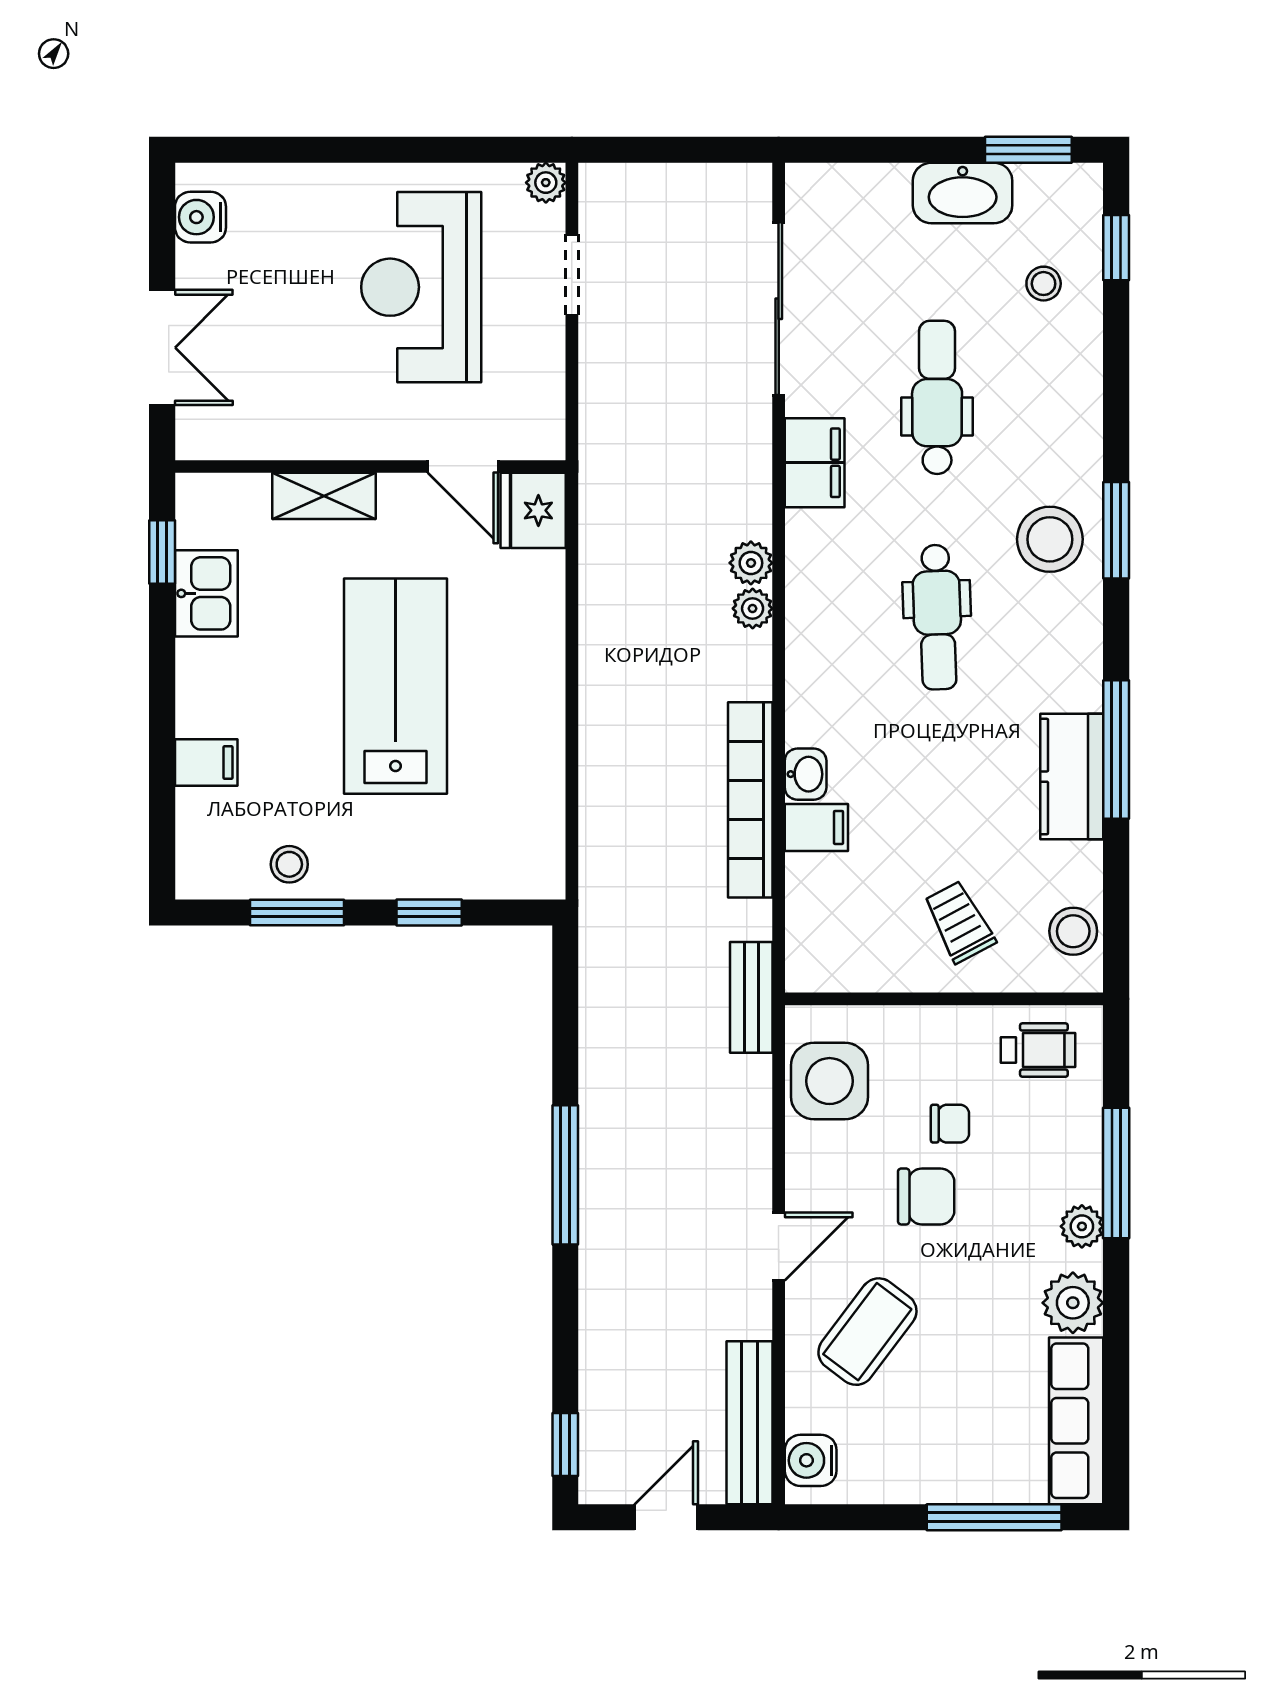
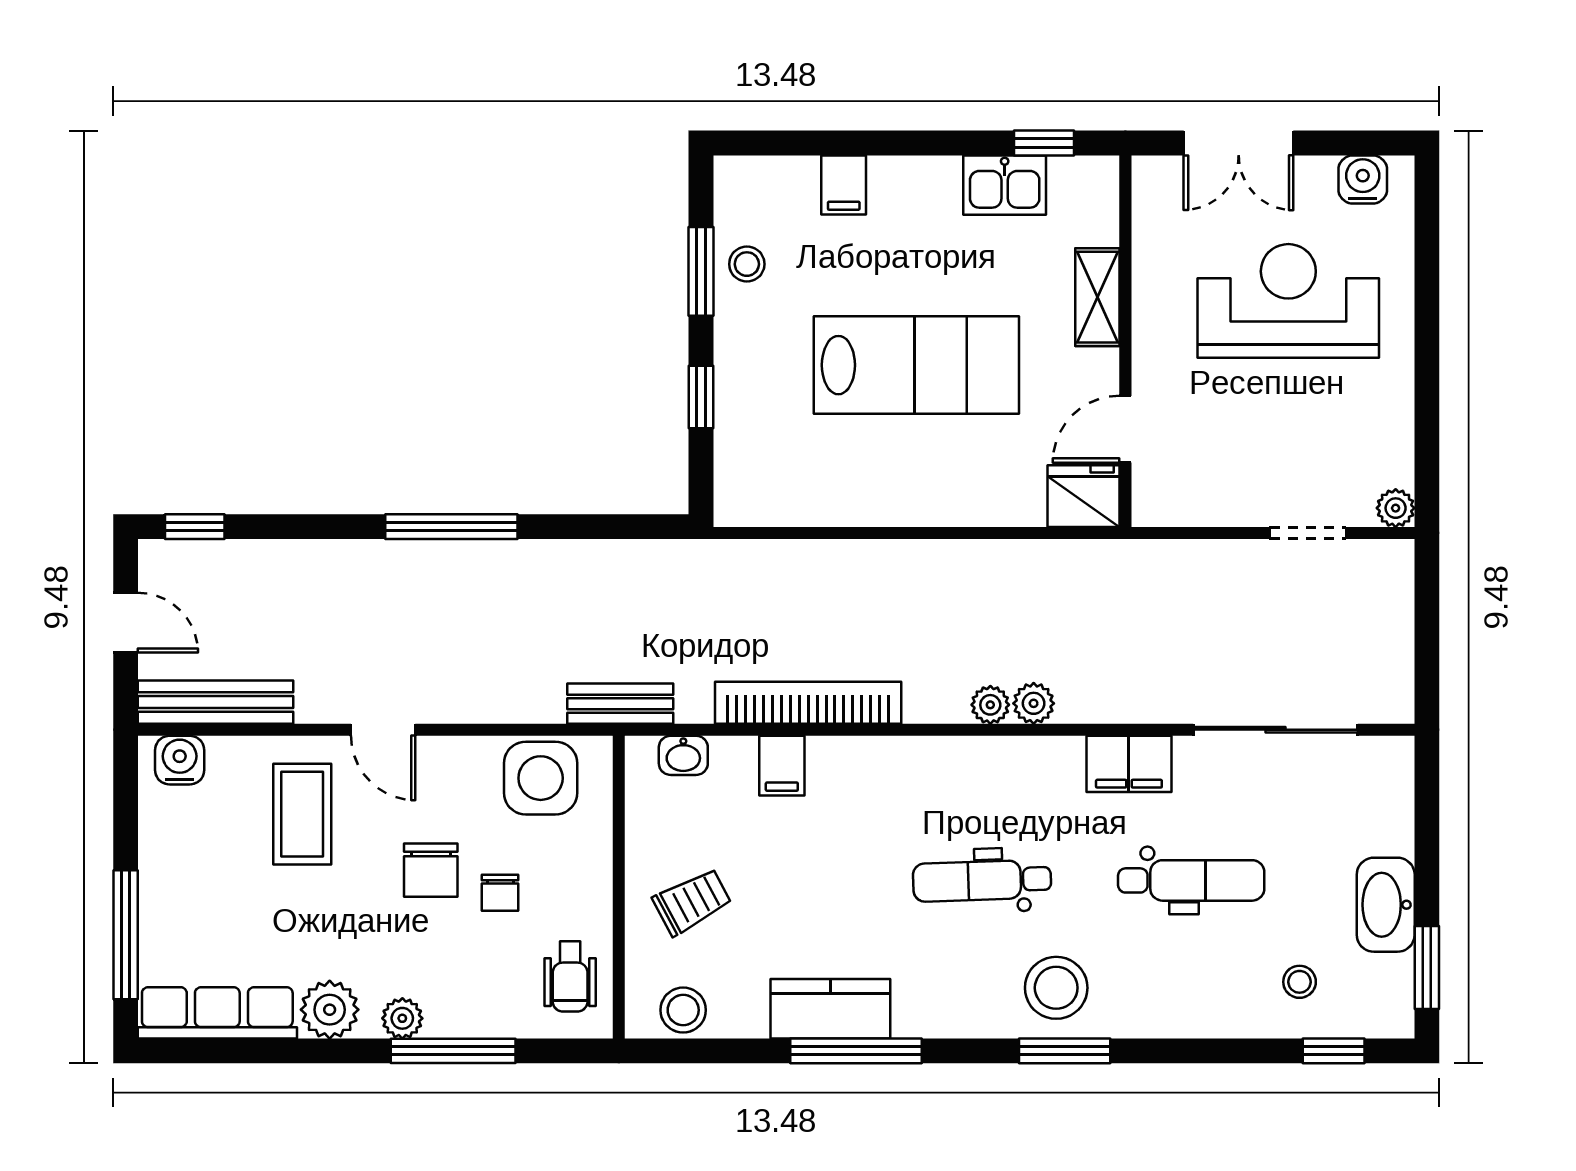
reception desk: (421, 287) -> (1288, 301), moved
washbasin: (806, 774) -> (683, 755), moved
coffee table: (867, 1332) -> (302, 814), turned 53

